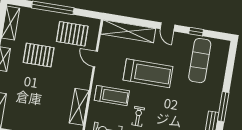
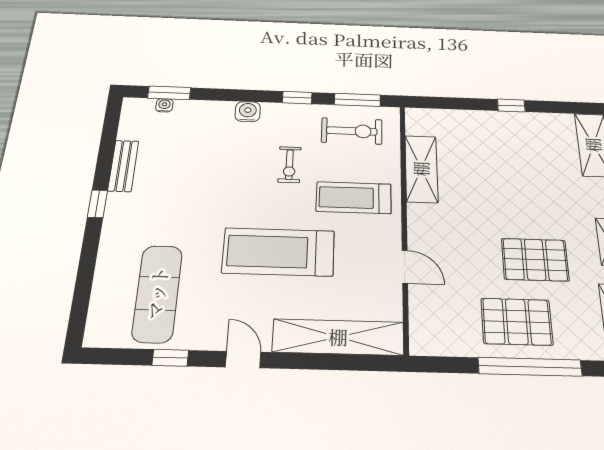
pallet: (72, 34) -> (517, 322), moved
window: (223, 107) -> (97, 204), width x0.46

